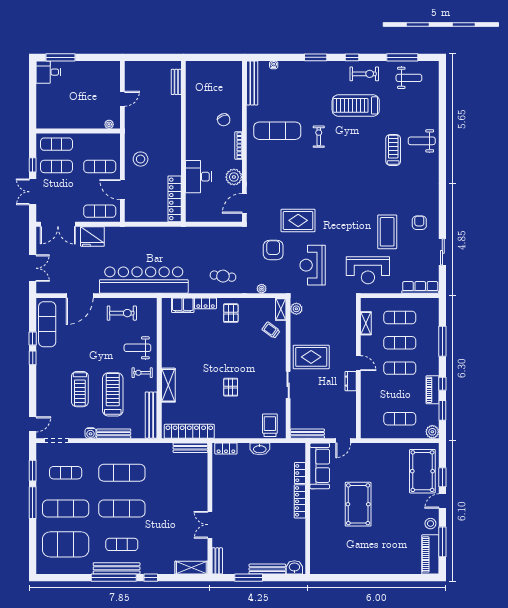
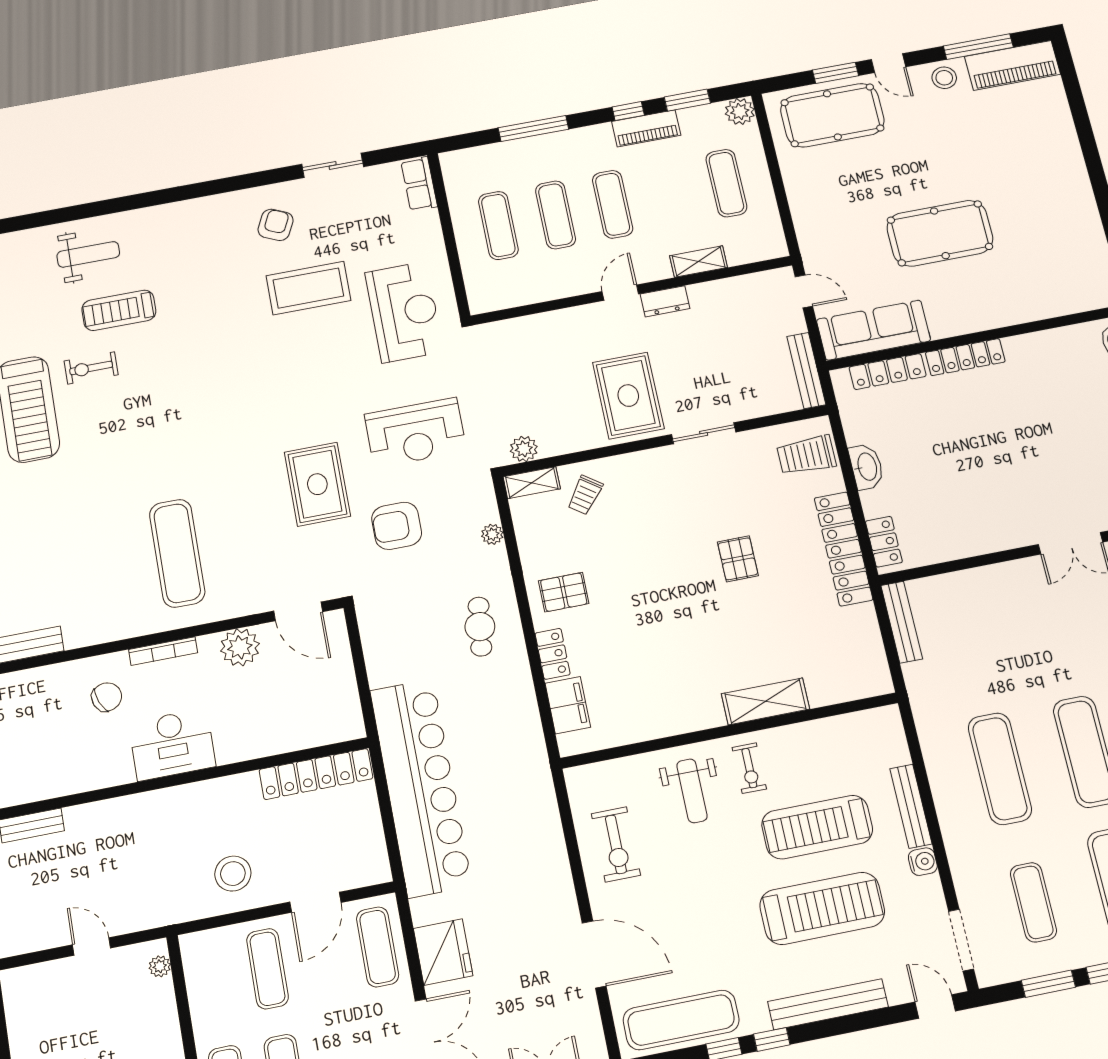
exercise mat: (277, 131) -> (177, 553), moved
exercise bike: (319, 137) -> (91, 368), moved
weight bench: (422, 141) -> (88, 254), turned -90
desk: (198, 177) -> (172, 744), moved
armchair: (419, 223) -> (276, 225), turned 115
bar counter: (144, 280) -> (421, 787), moved, turned 180
row of seats: (420, 287) -> (419, 184), width x0.68
exercise bike: (122, 313) -> (616, 844), turned 180
shelving: (366, 323) -> (699, 262), moved
pallet: (231, 387) -> (738, 559), turned 90
treadmill: (80, 389) -> (822, 908), width x1.37, depth x1.38
bench: (151, 415) -> (828, 1004), moved
locker: (189, 431) -> (843, 549), moved
locker: (300, 473) -> (888, 372), width x1.53

